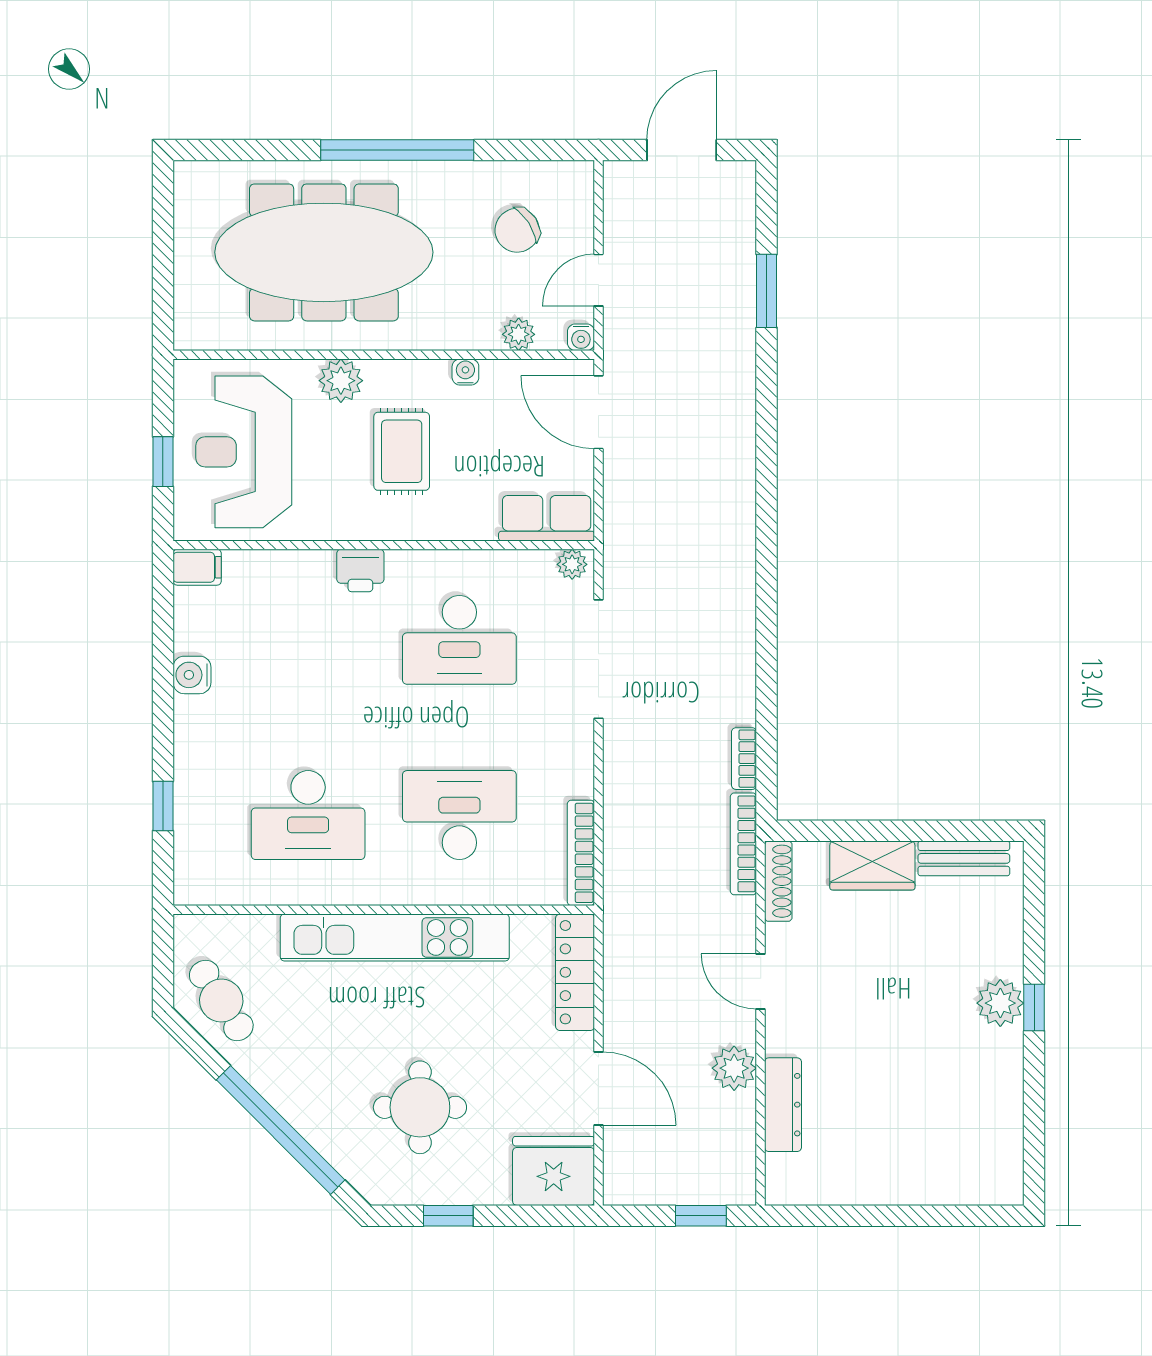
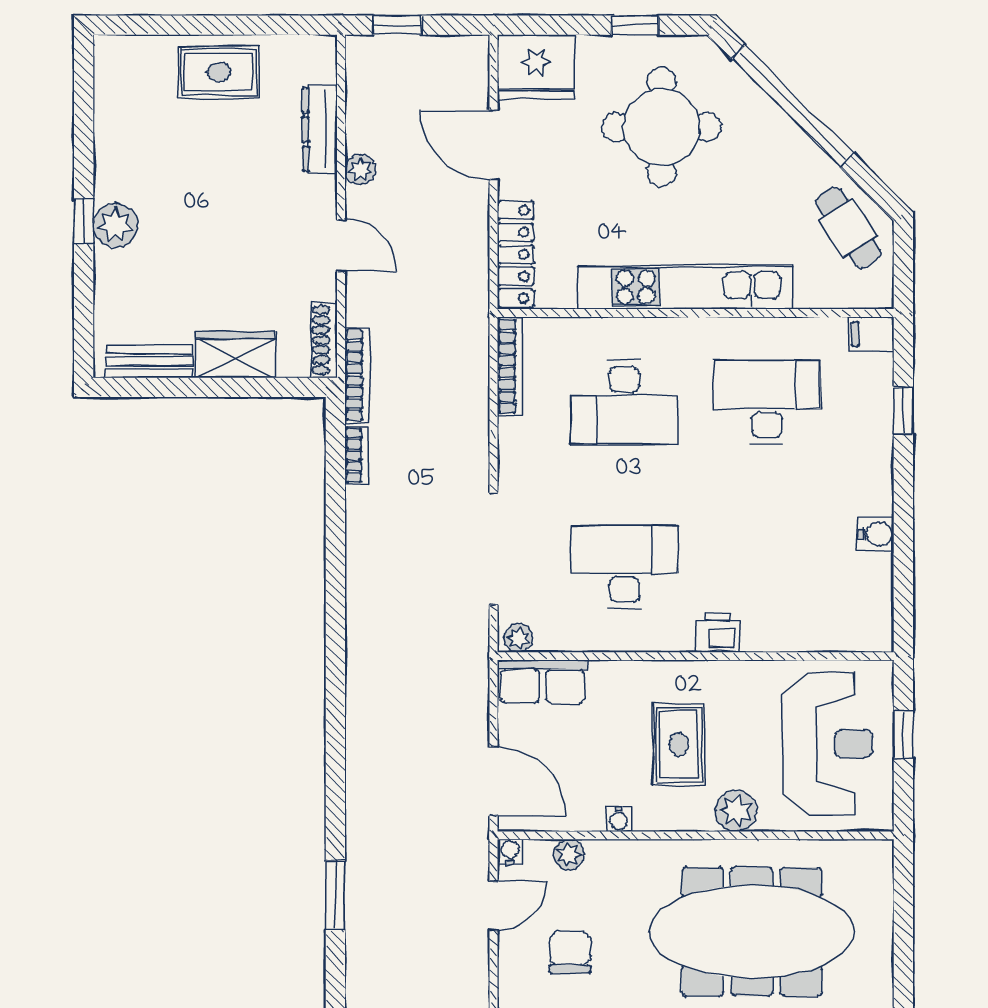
chair: (517, 230) -> (570, 952), turned -57
filing cabinet: (197, 567) -> (871, 334), moved
plant: (734, 1068) -> (360, 170), width x0.73, depth x0.73
round table: (420, 1107) -> (661, 127), width x1.36, depth x1.36
rug: (891, 1166) -> (219, 72), added

